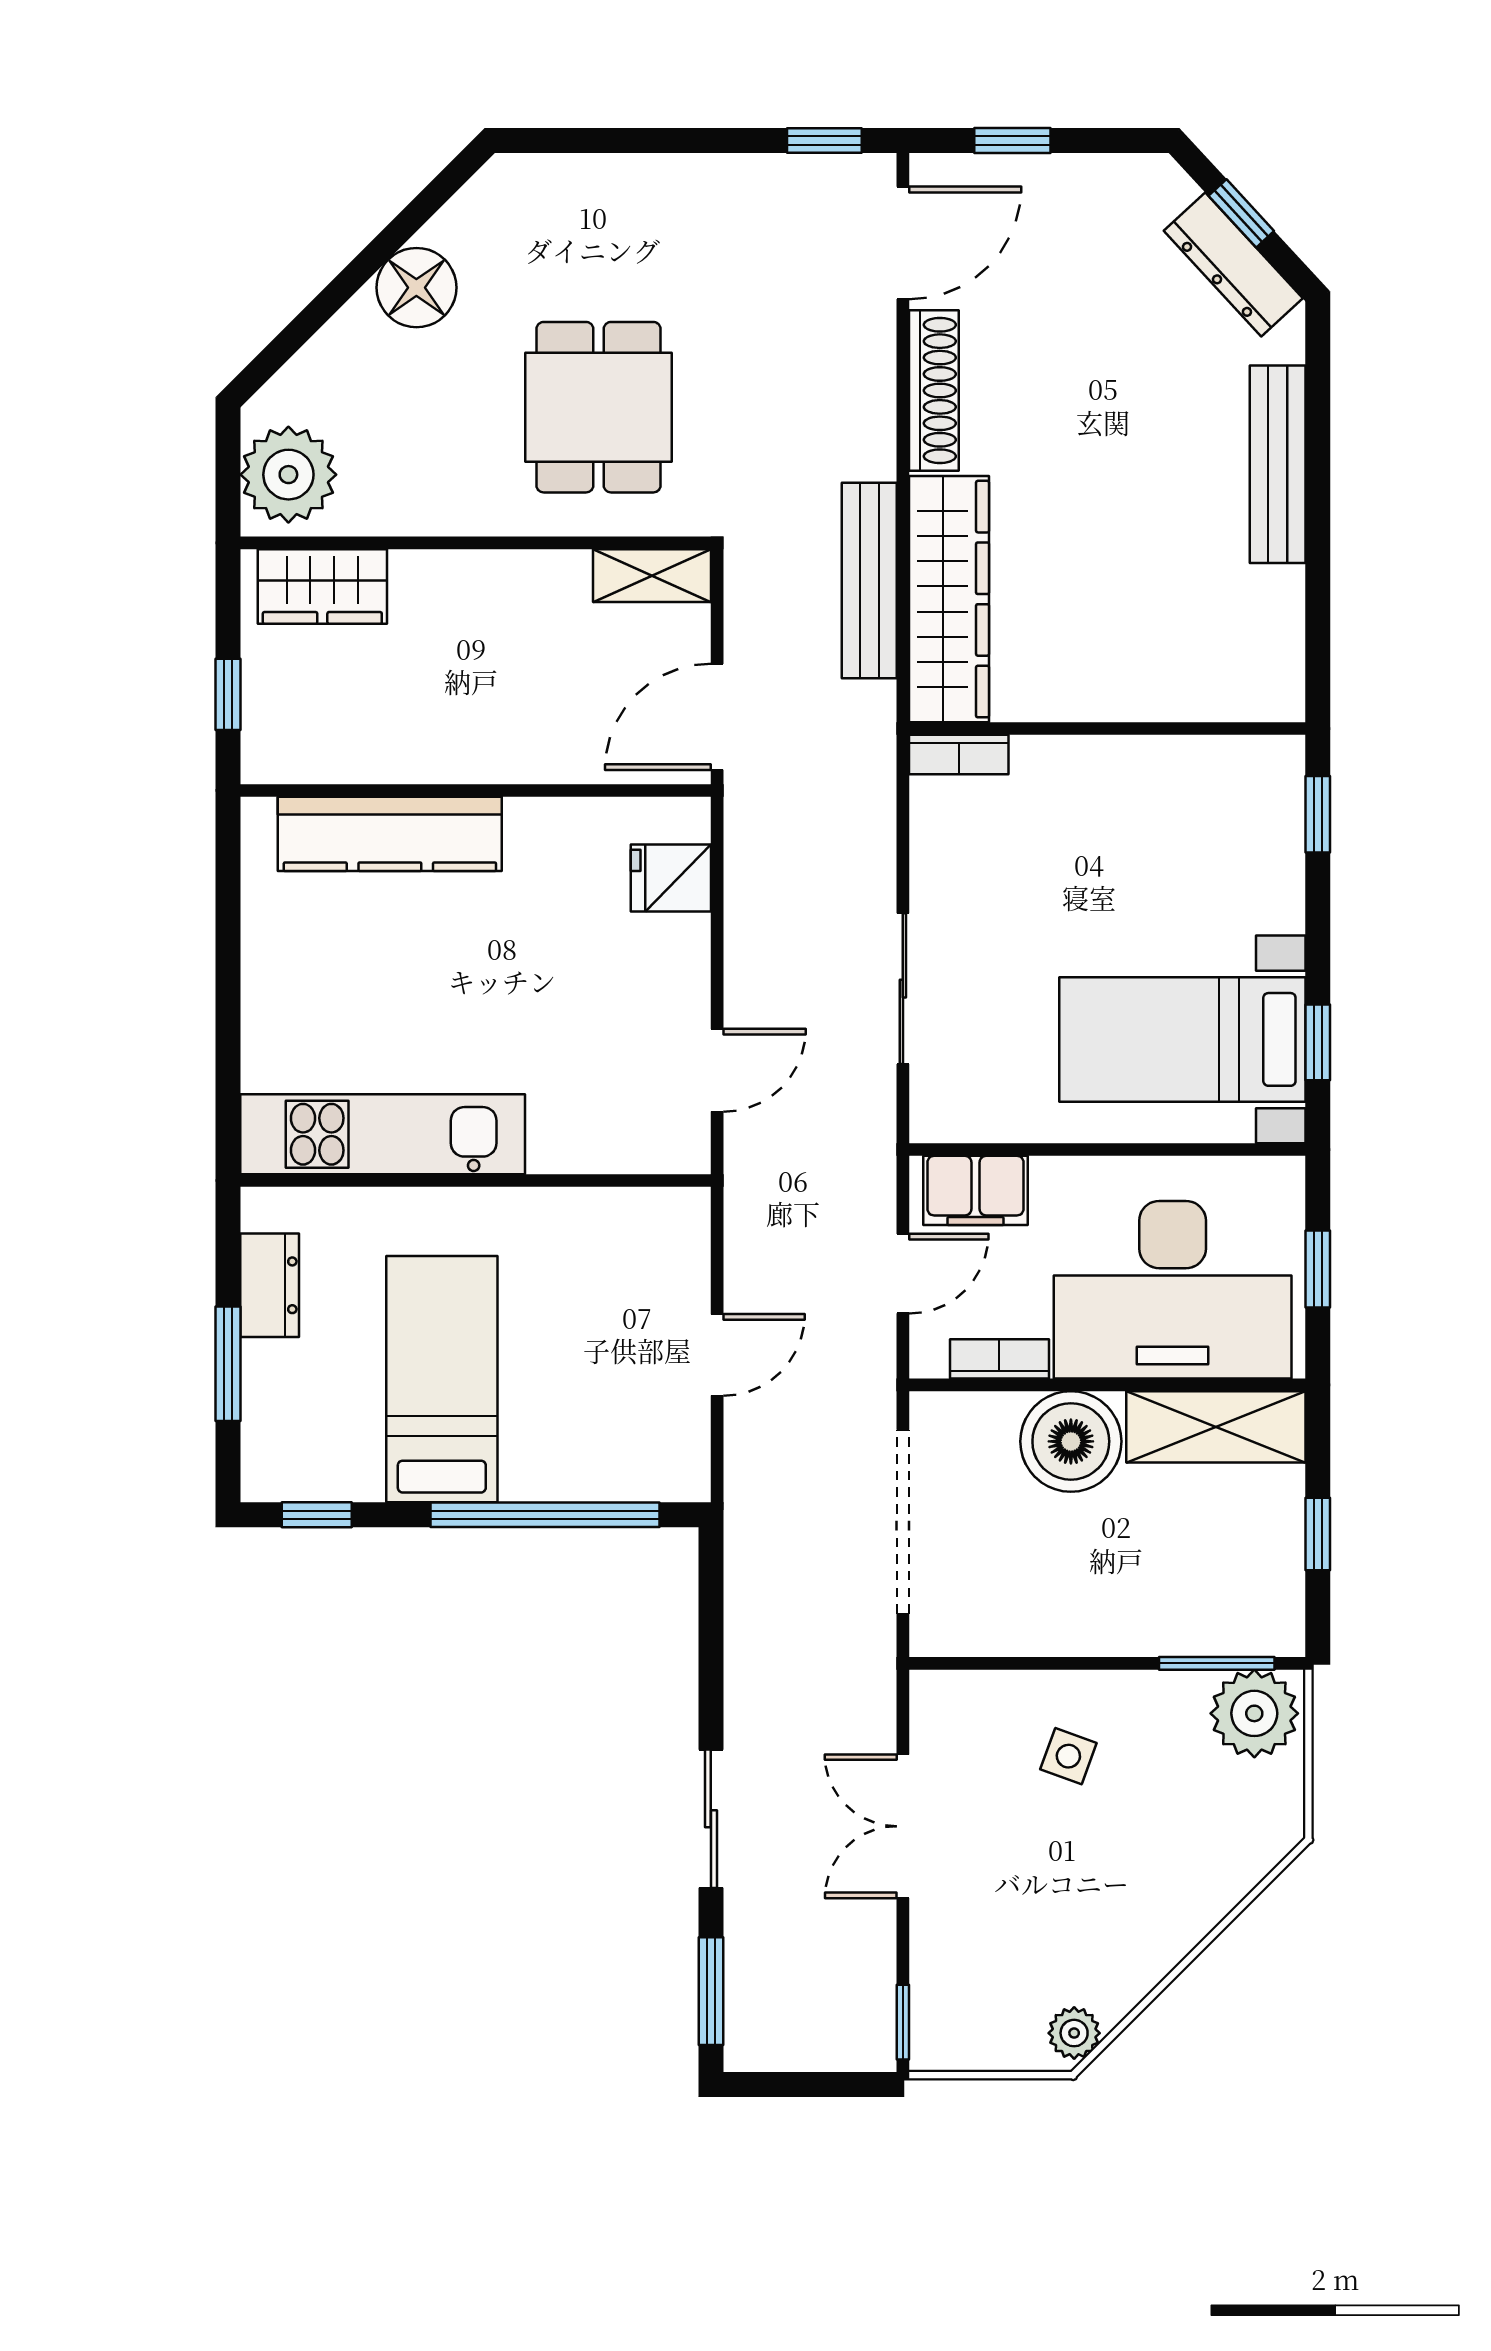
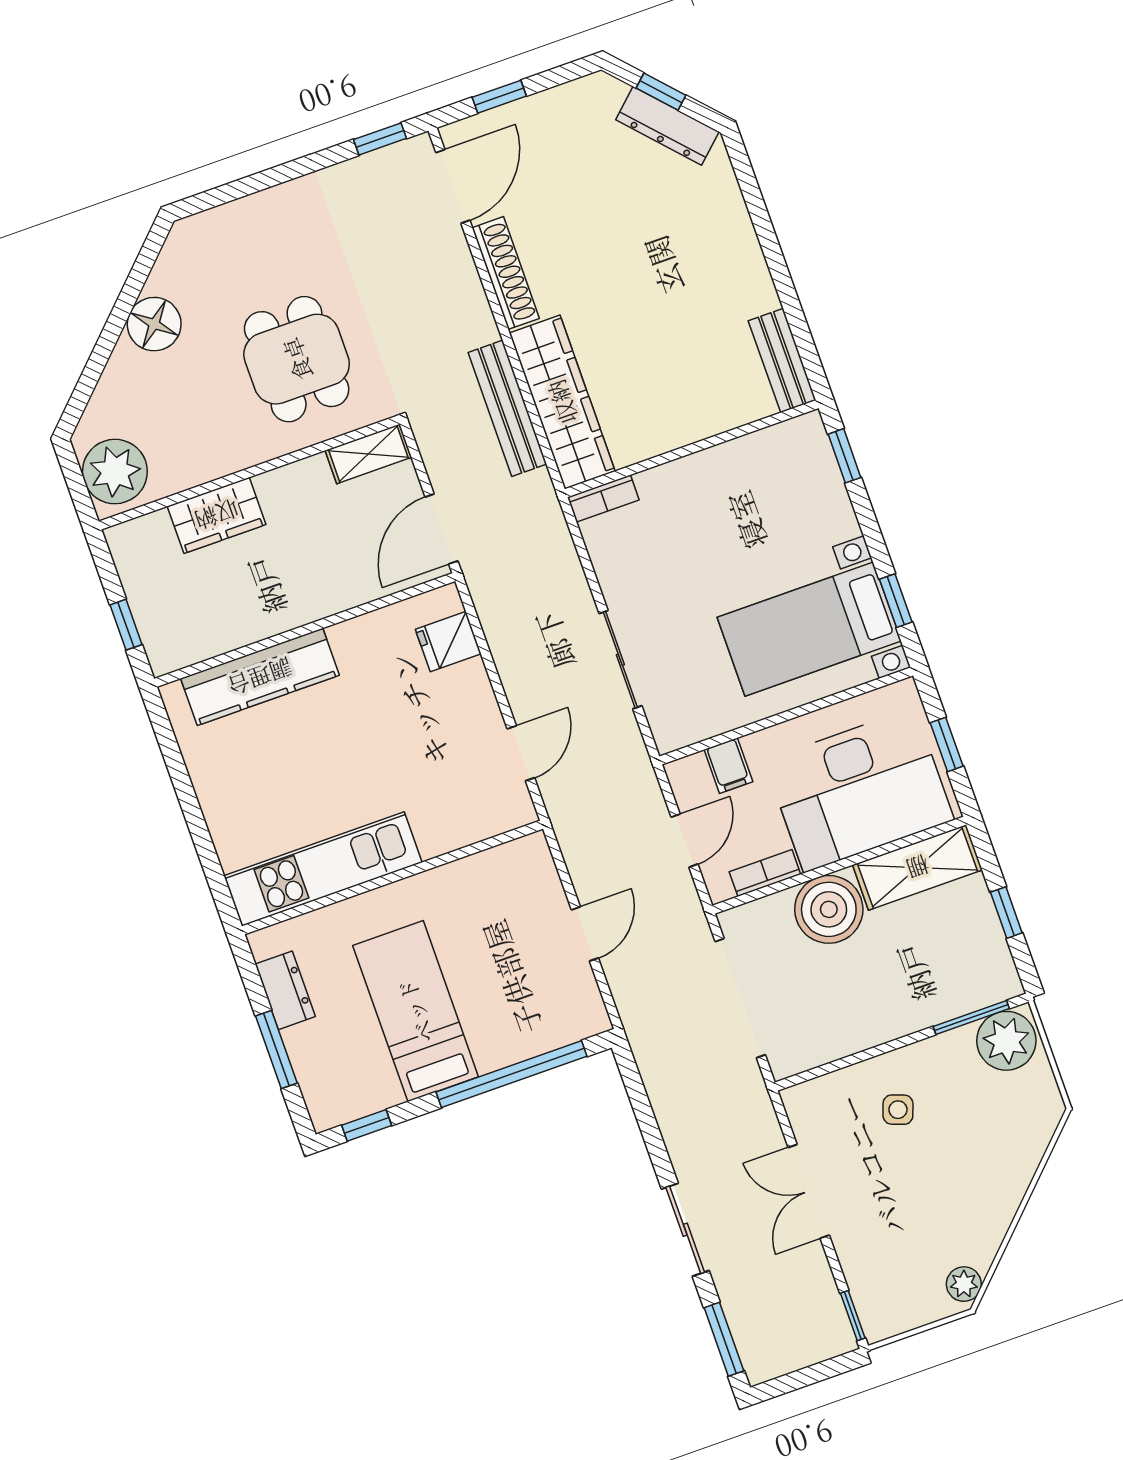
bench: (1278, 464) -> (782, 360), moved, width x0.73
wardrobe: (322, 586) -> (217, 515), moved
filing cabinet: (976, 1190) -> (728, 766), width x0.50

